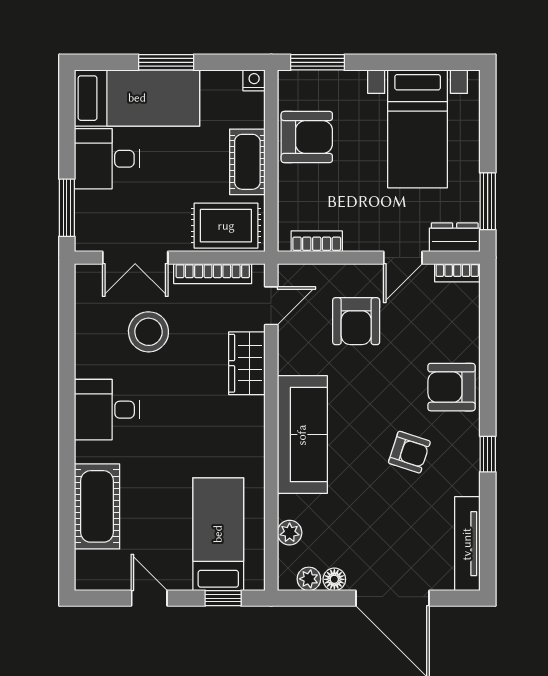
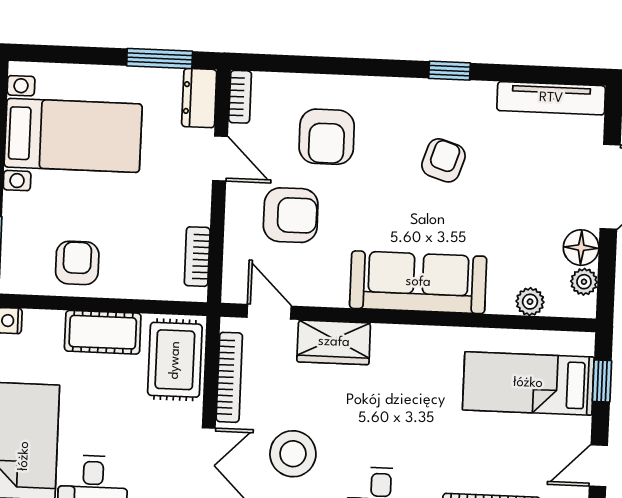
armchair: (307, 137) -> (77, 263), width x0.72, depth x0.72
armchair: (452, 387) -> (327, 137), moved
floor lamp: (334, 579) -> (581, 248), width x1.37, depth x1.37

